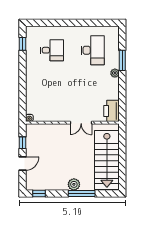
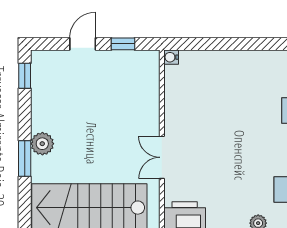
door: (22, 164) -> (83, 44), swing flipped
window: (82, 193) -> (25, 159), width x0.69

